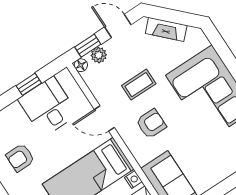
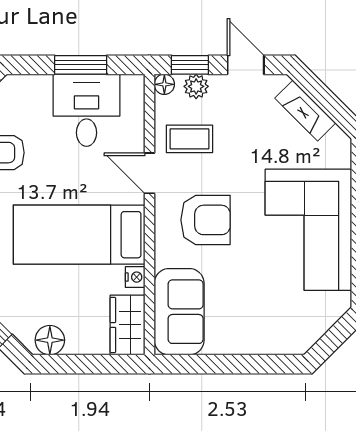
window: (29, 84) -> (81, 65), width x1.50
coffee table: (139, 85) -> (189, 139), moved
armchair: (151, 124) -> (206, 220), width x1.38, depth x1.38

